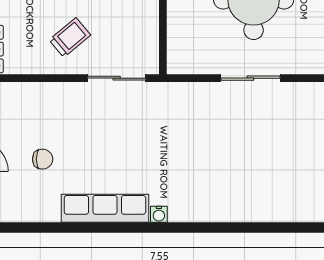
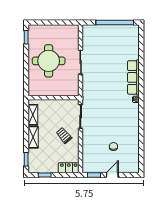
row of seats: (105, 208) -> (133, 77), moved

